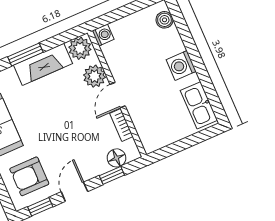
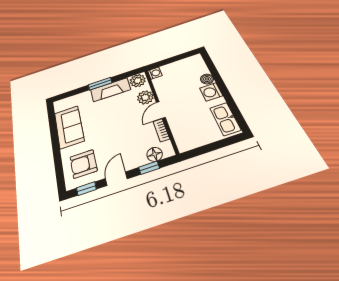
boiler: (164, 20) -> (207, 79), moved

